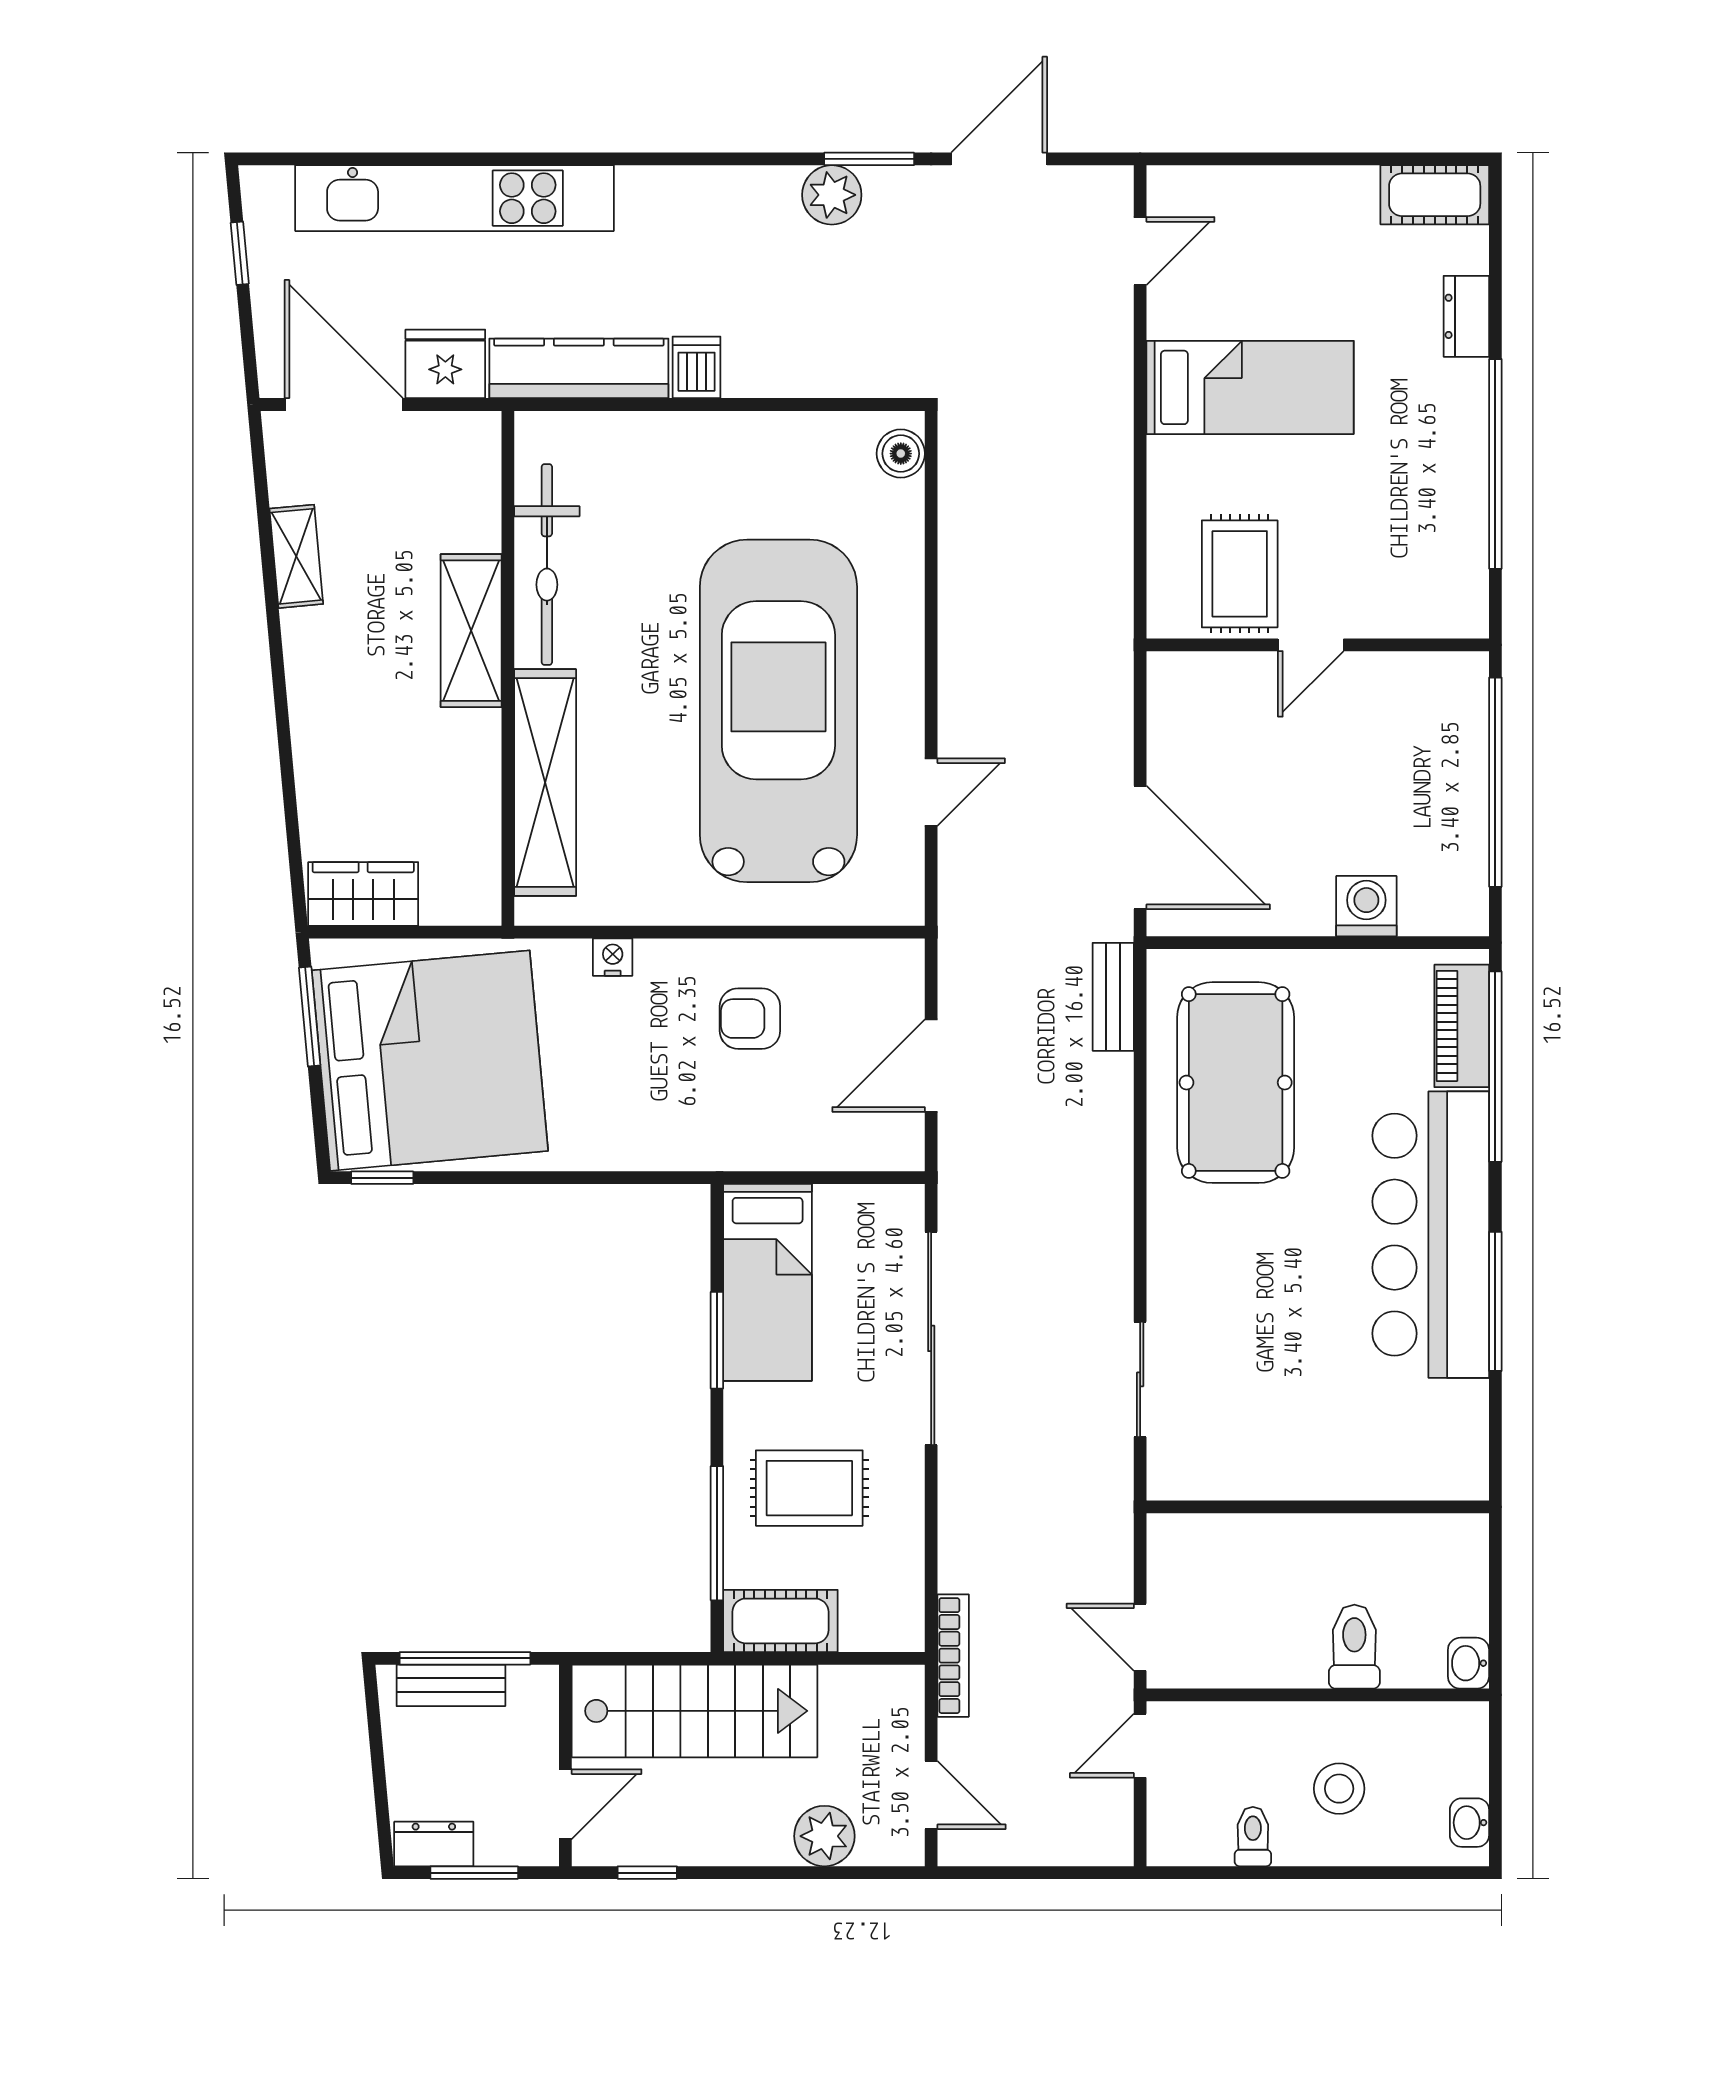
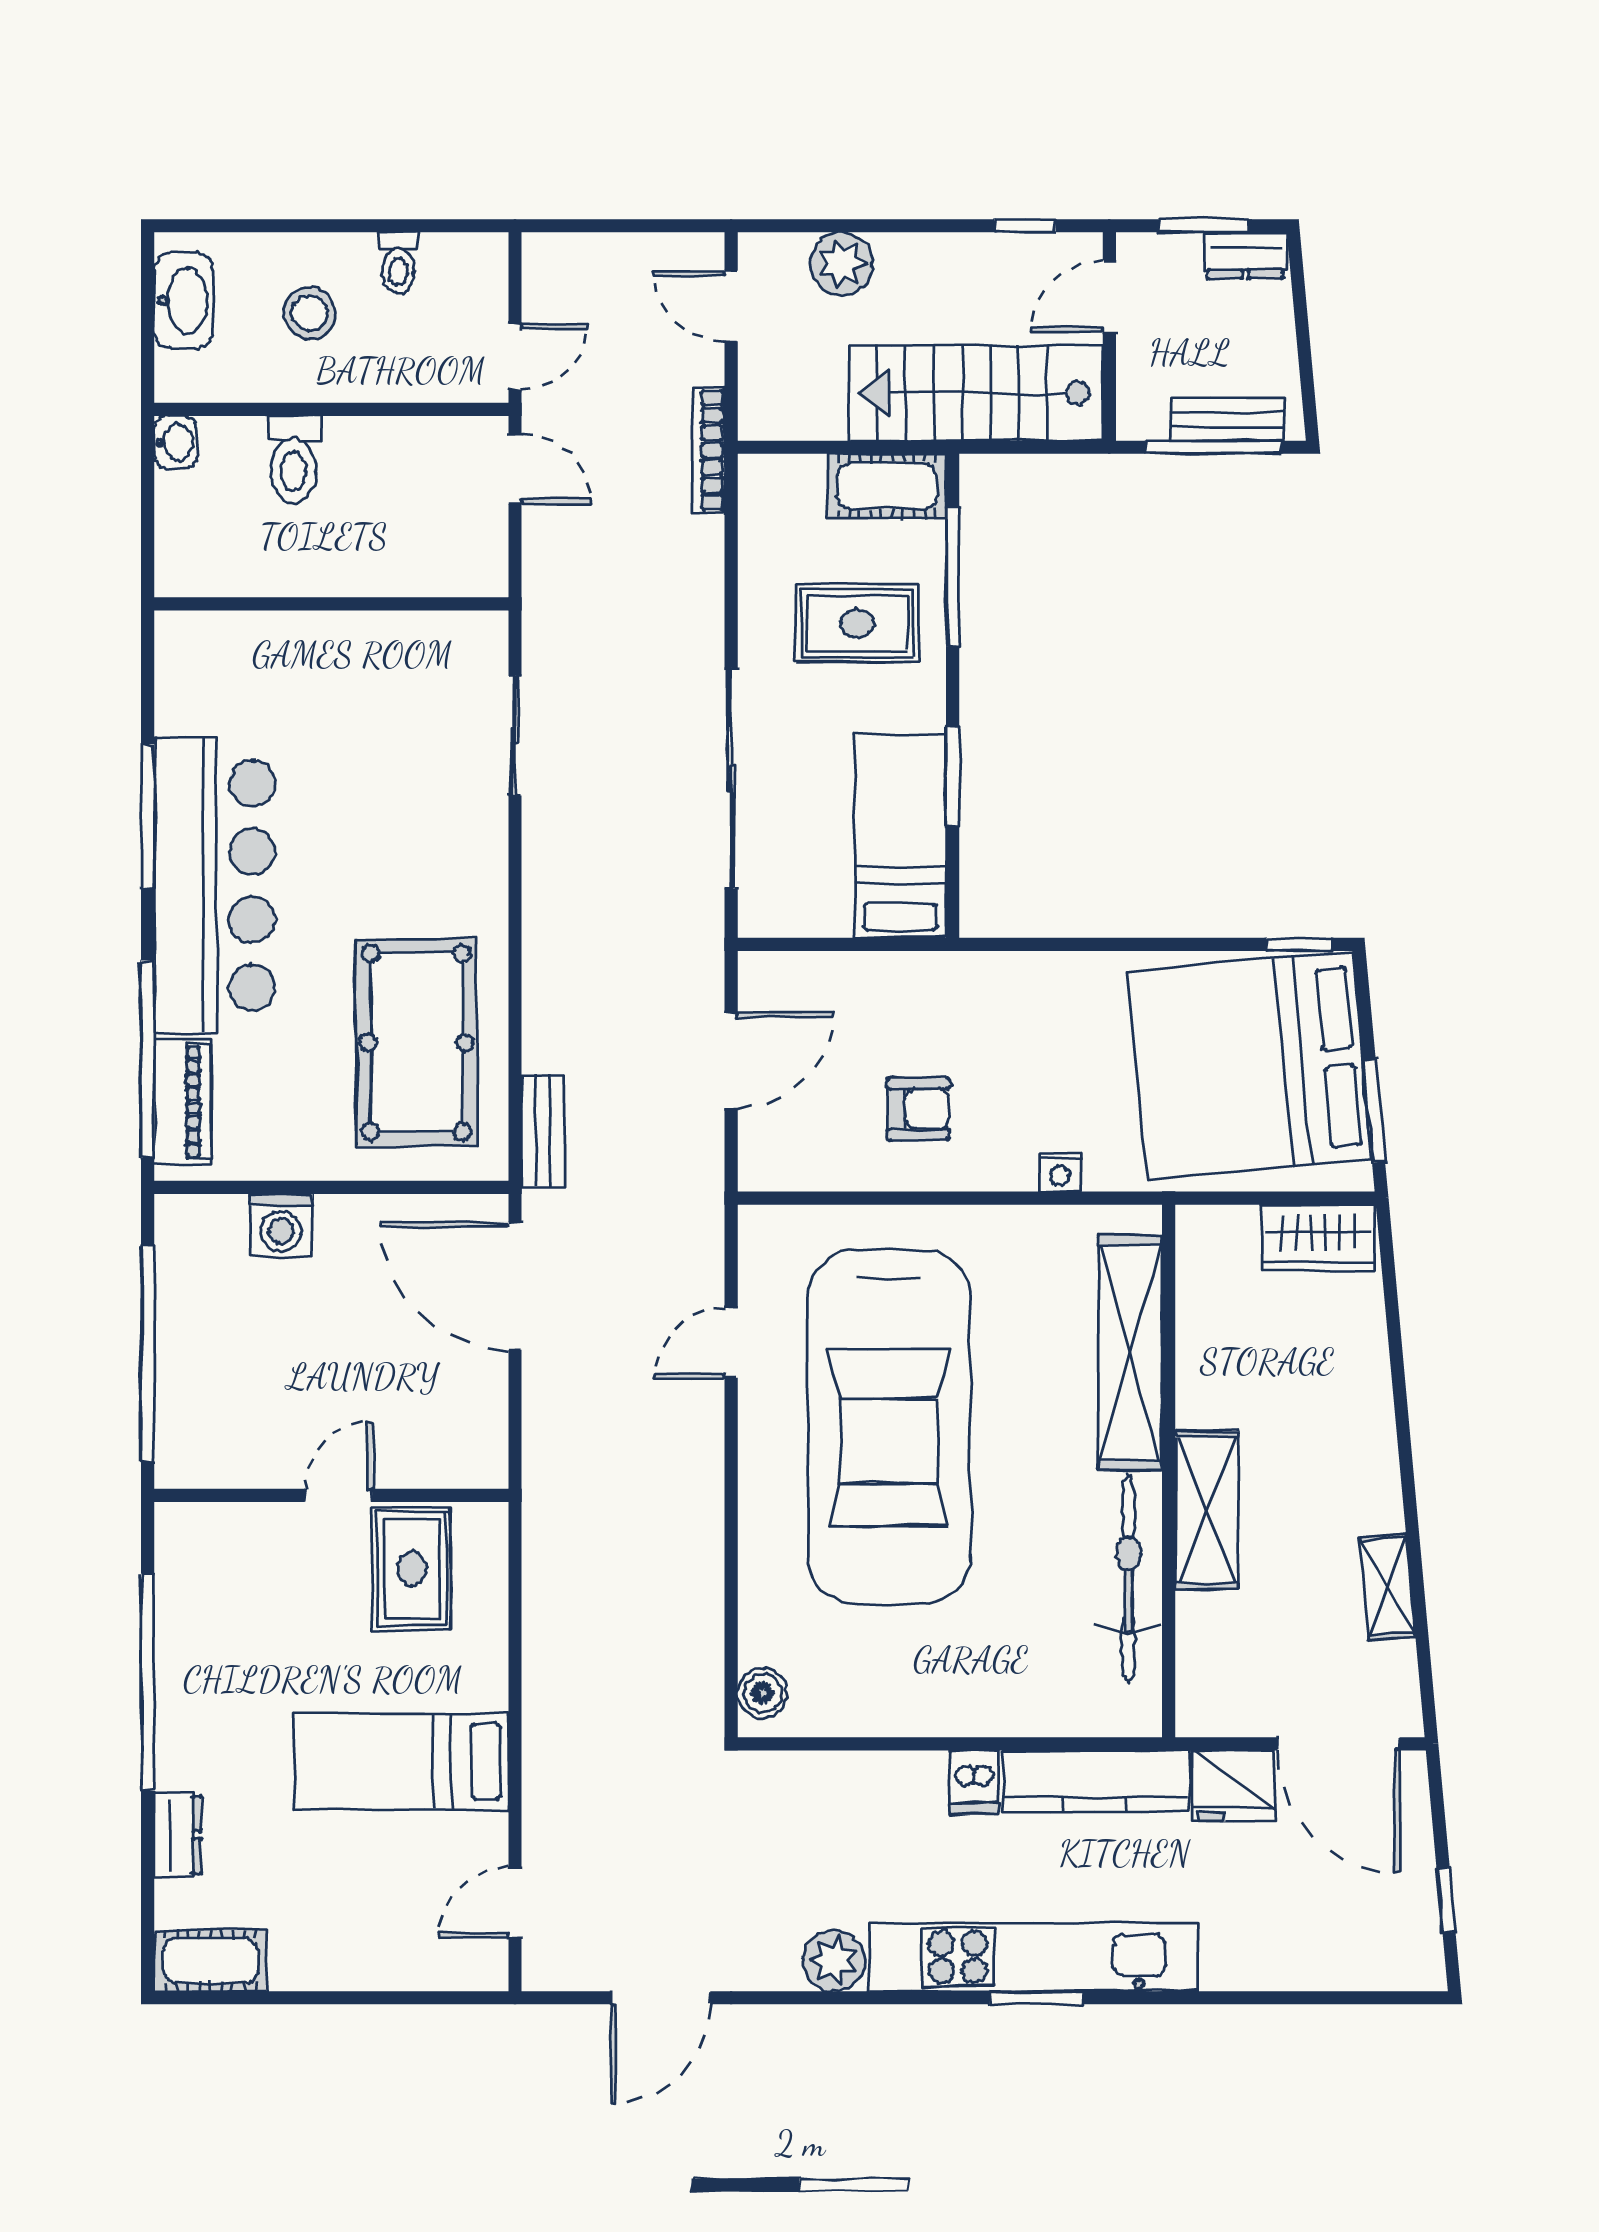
window: (869, 159) -> (1036, 1998), moved
kitchen unit: (454, 198) -> (1034, 1957), moved
washbasin: (1469, 1823) -> (184, 300), width x1.91, depth x1.45

